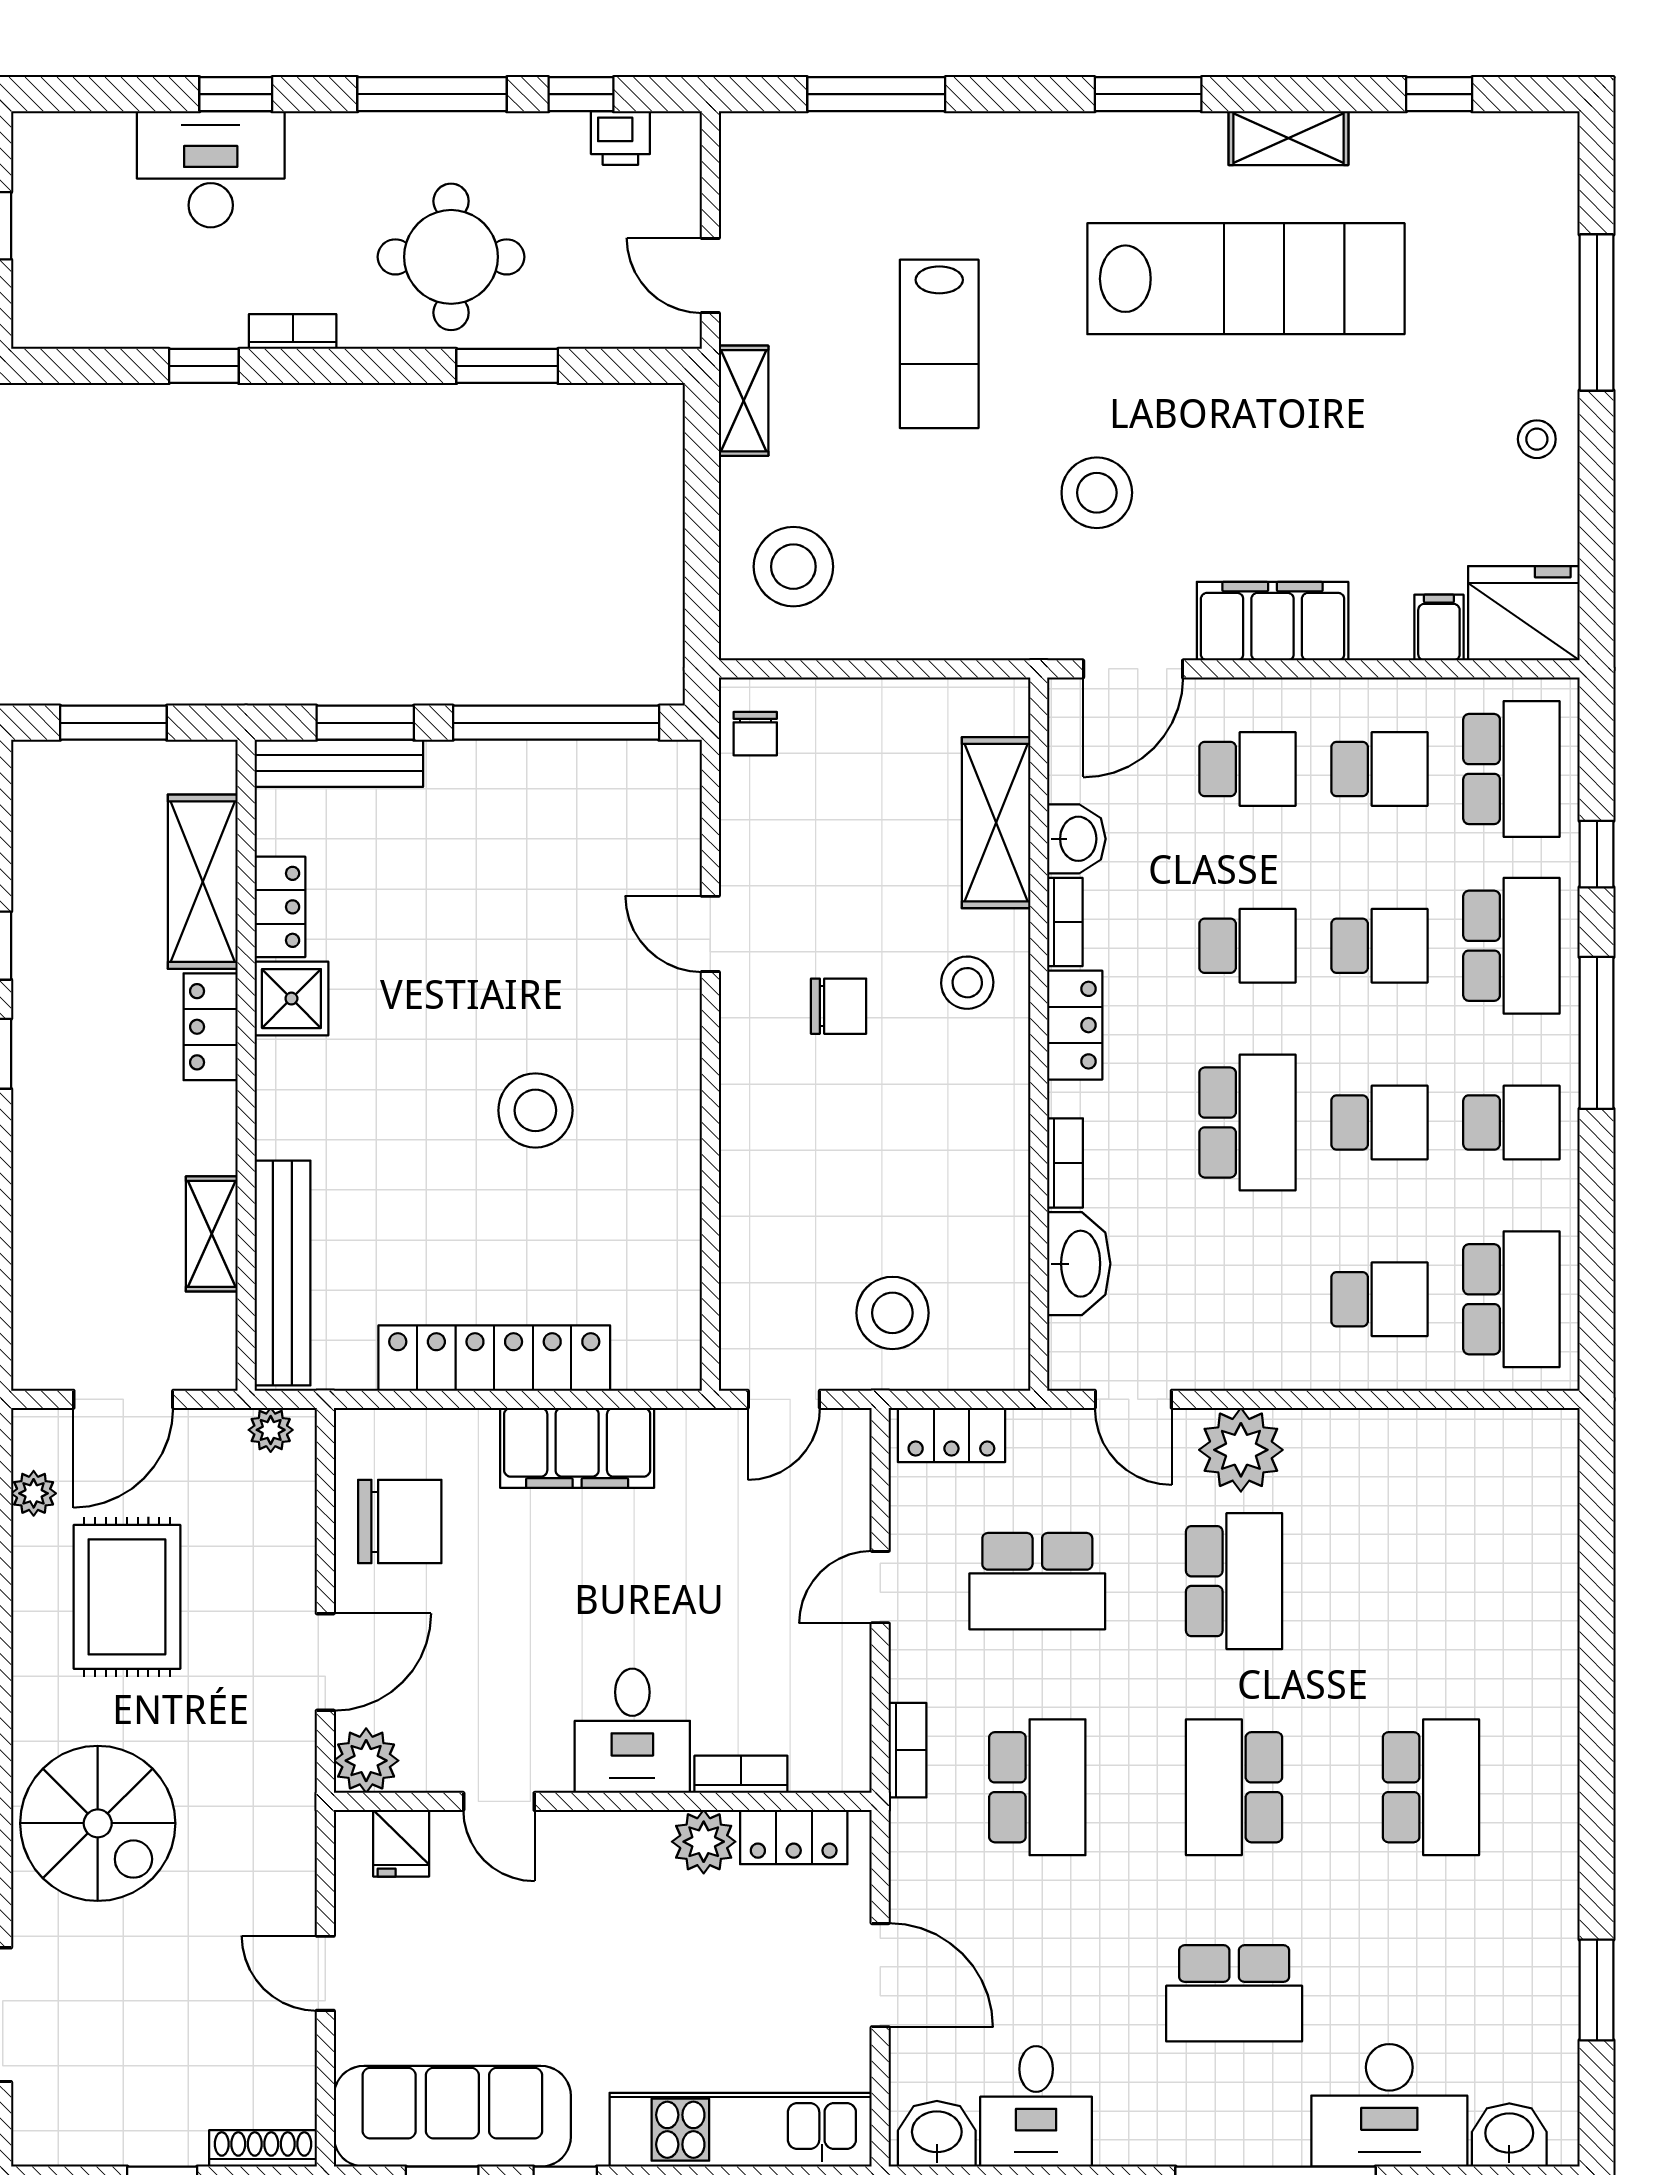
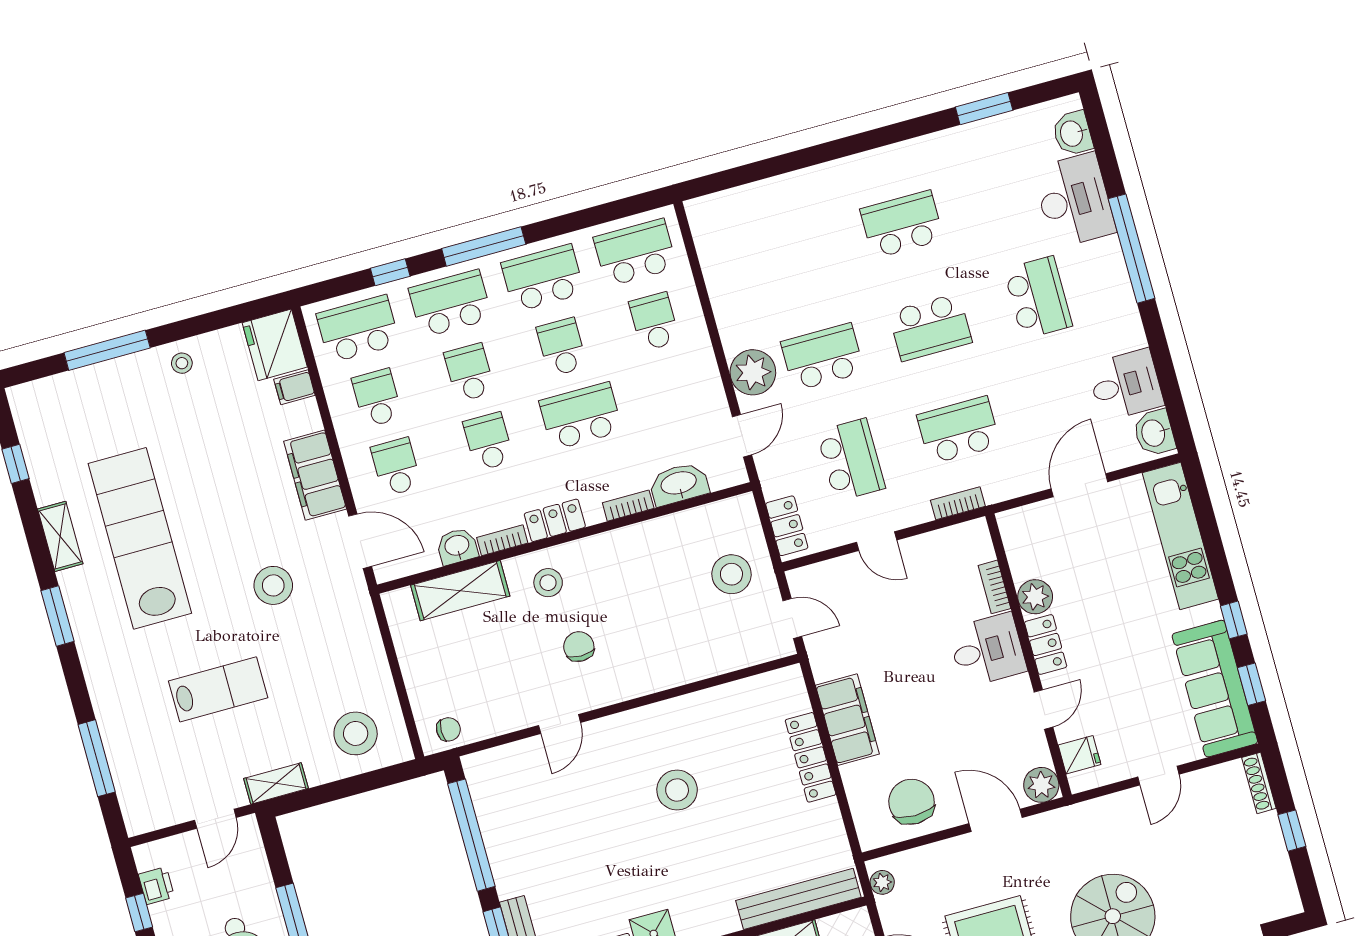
school desk: (1511, 1123) -> (543, 278), width x1.85
locker: (494, 1358) -> (811, 757), width x0.71, depth x0.83
locker: (794, 1837) -> (1046, 644), moved

